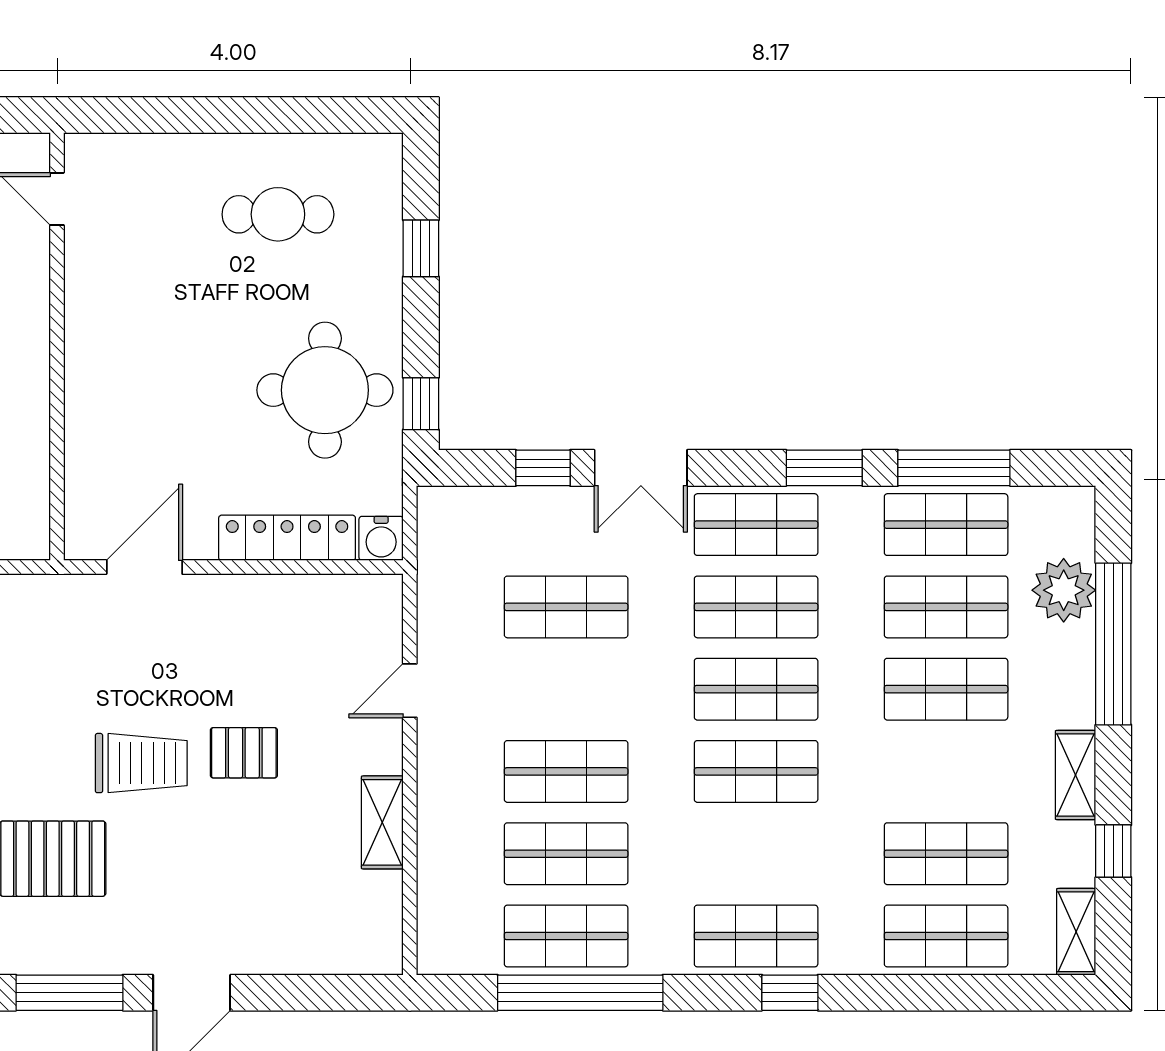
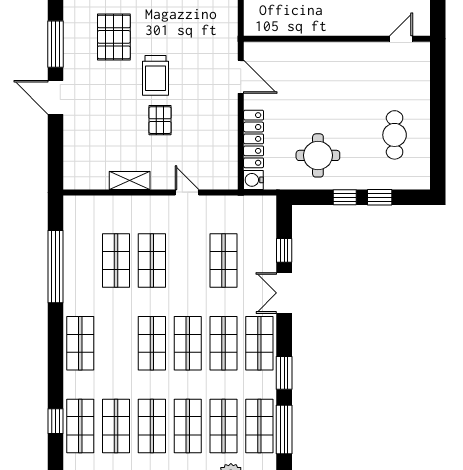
round table: (325, 390) -> (318, 155), width x0.73, depth x0.73
window: (421, 404) -> (345, 197), moved
shop shelf: (566, 936) -> (152, 426), moved
window: (790, 993) -> (55, 421), moved

